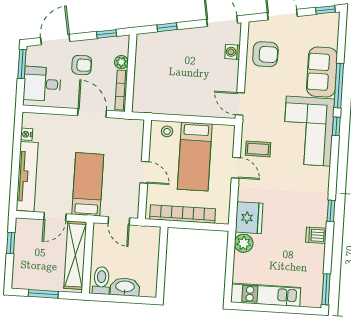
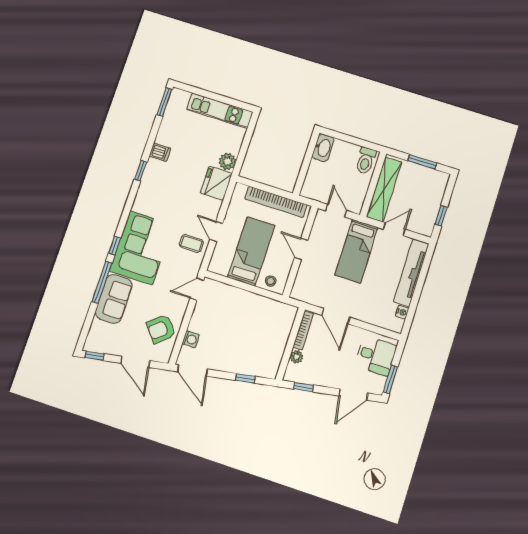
armchair: (265, 54) -> (161, 329), turned -40
armchair: (82, 65) -> (334, 364), removed
door: (240, 104) -> (197, 289), swing flipped
washbasin: (125, 287) -> (323, 148), moved, turned -90

